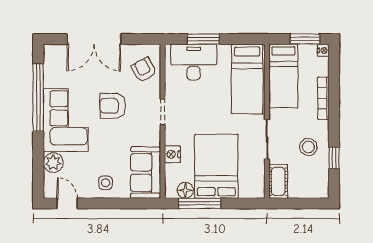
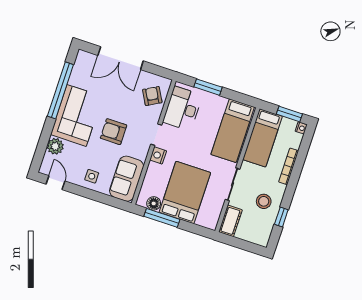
desk: (194, 62) -> (183, 109), moved, turned -90
armchair: (113, 106) -> (114, 132), moved
nightstand: (172, 154) -> (158, 155), moved

